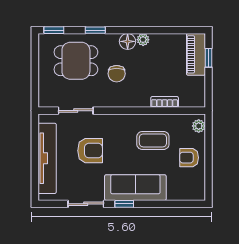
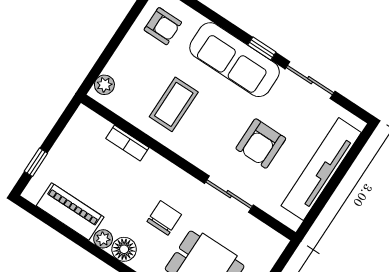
piano: (196, 54) -> (70, 211), moved, turned -90
sliding door: (76, 111) -> (229, 194), moved
coffee table: (153, 140) -> (174, 104), turned 90
armchair: (90, 151) -> (261, 143), turned -90
armchair: (189, 158) -> (163, 26), moved

